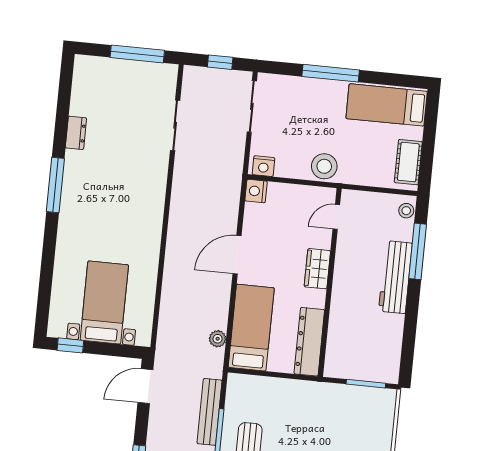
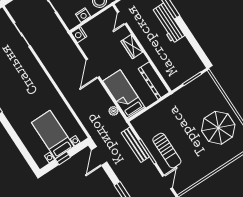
nightstand: (263, 166) -> (83, 15), moved
window: (70, 345) -> (63, 158), moved

